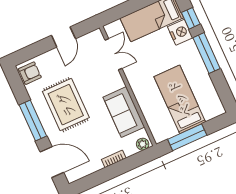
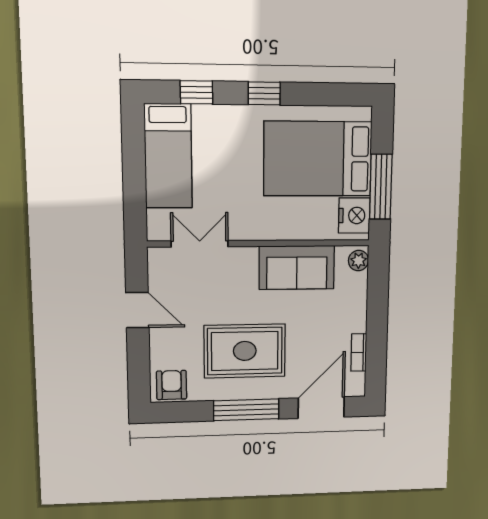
nightstand: (180, 32) -> (354, 215), moved, turned 90
window: (206, 53) -> (264, 93), width x0.46
bed: (180, 99) -> (318, 159), width x1.50
bookcase: (114, 159) -> (359, 352), moved

